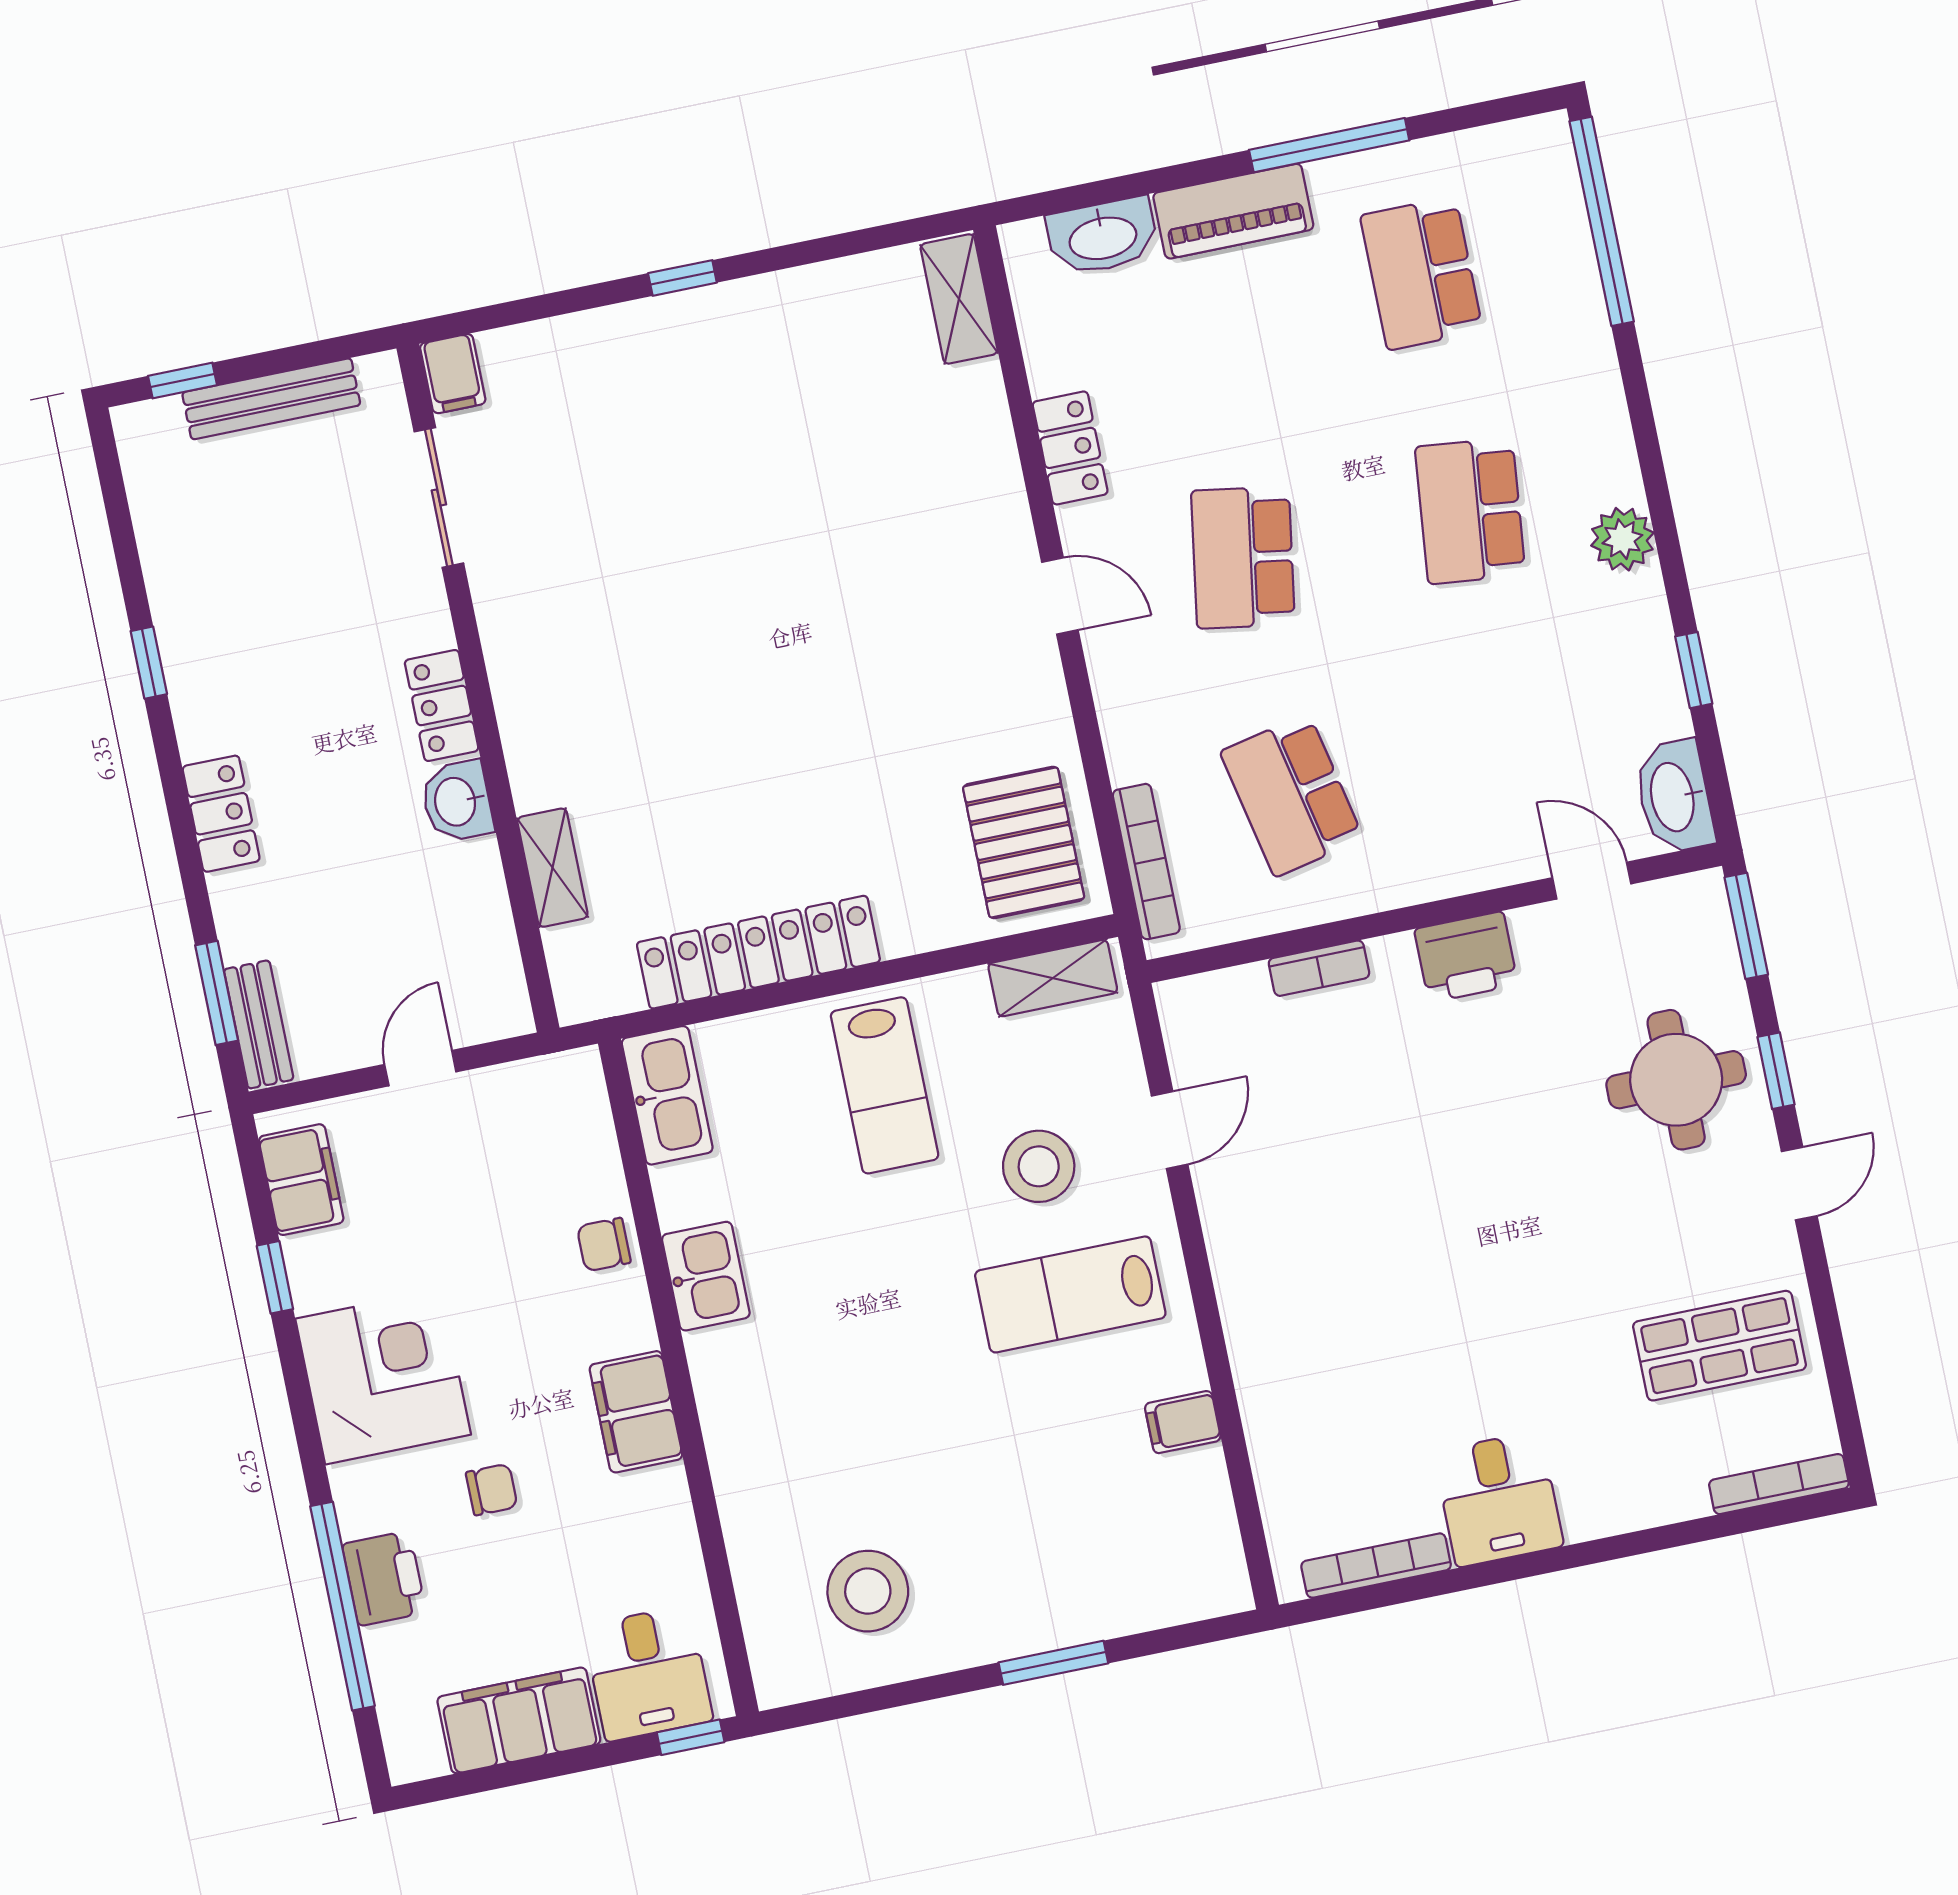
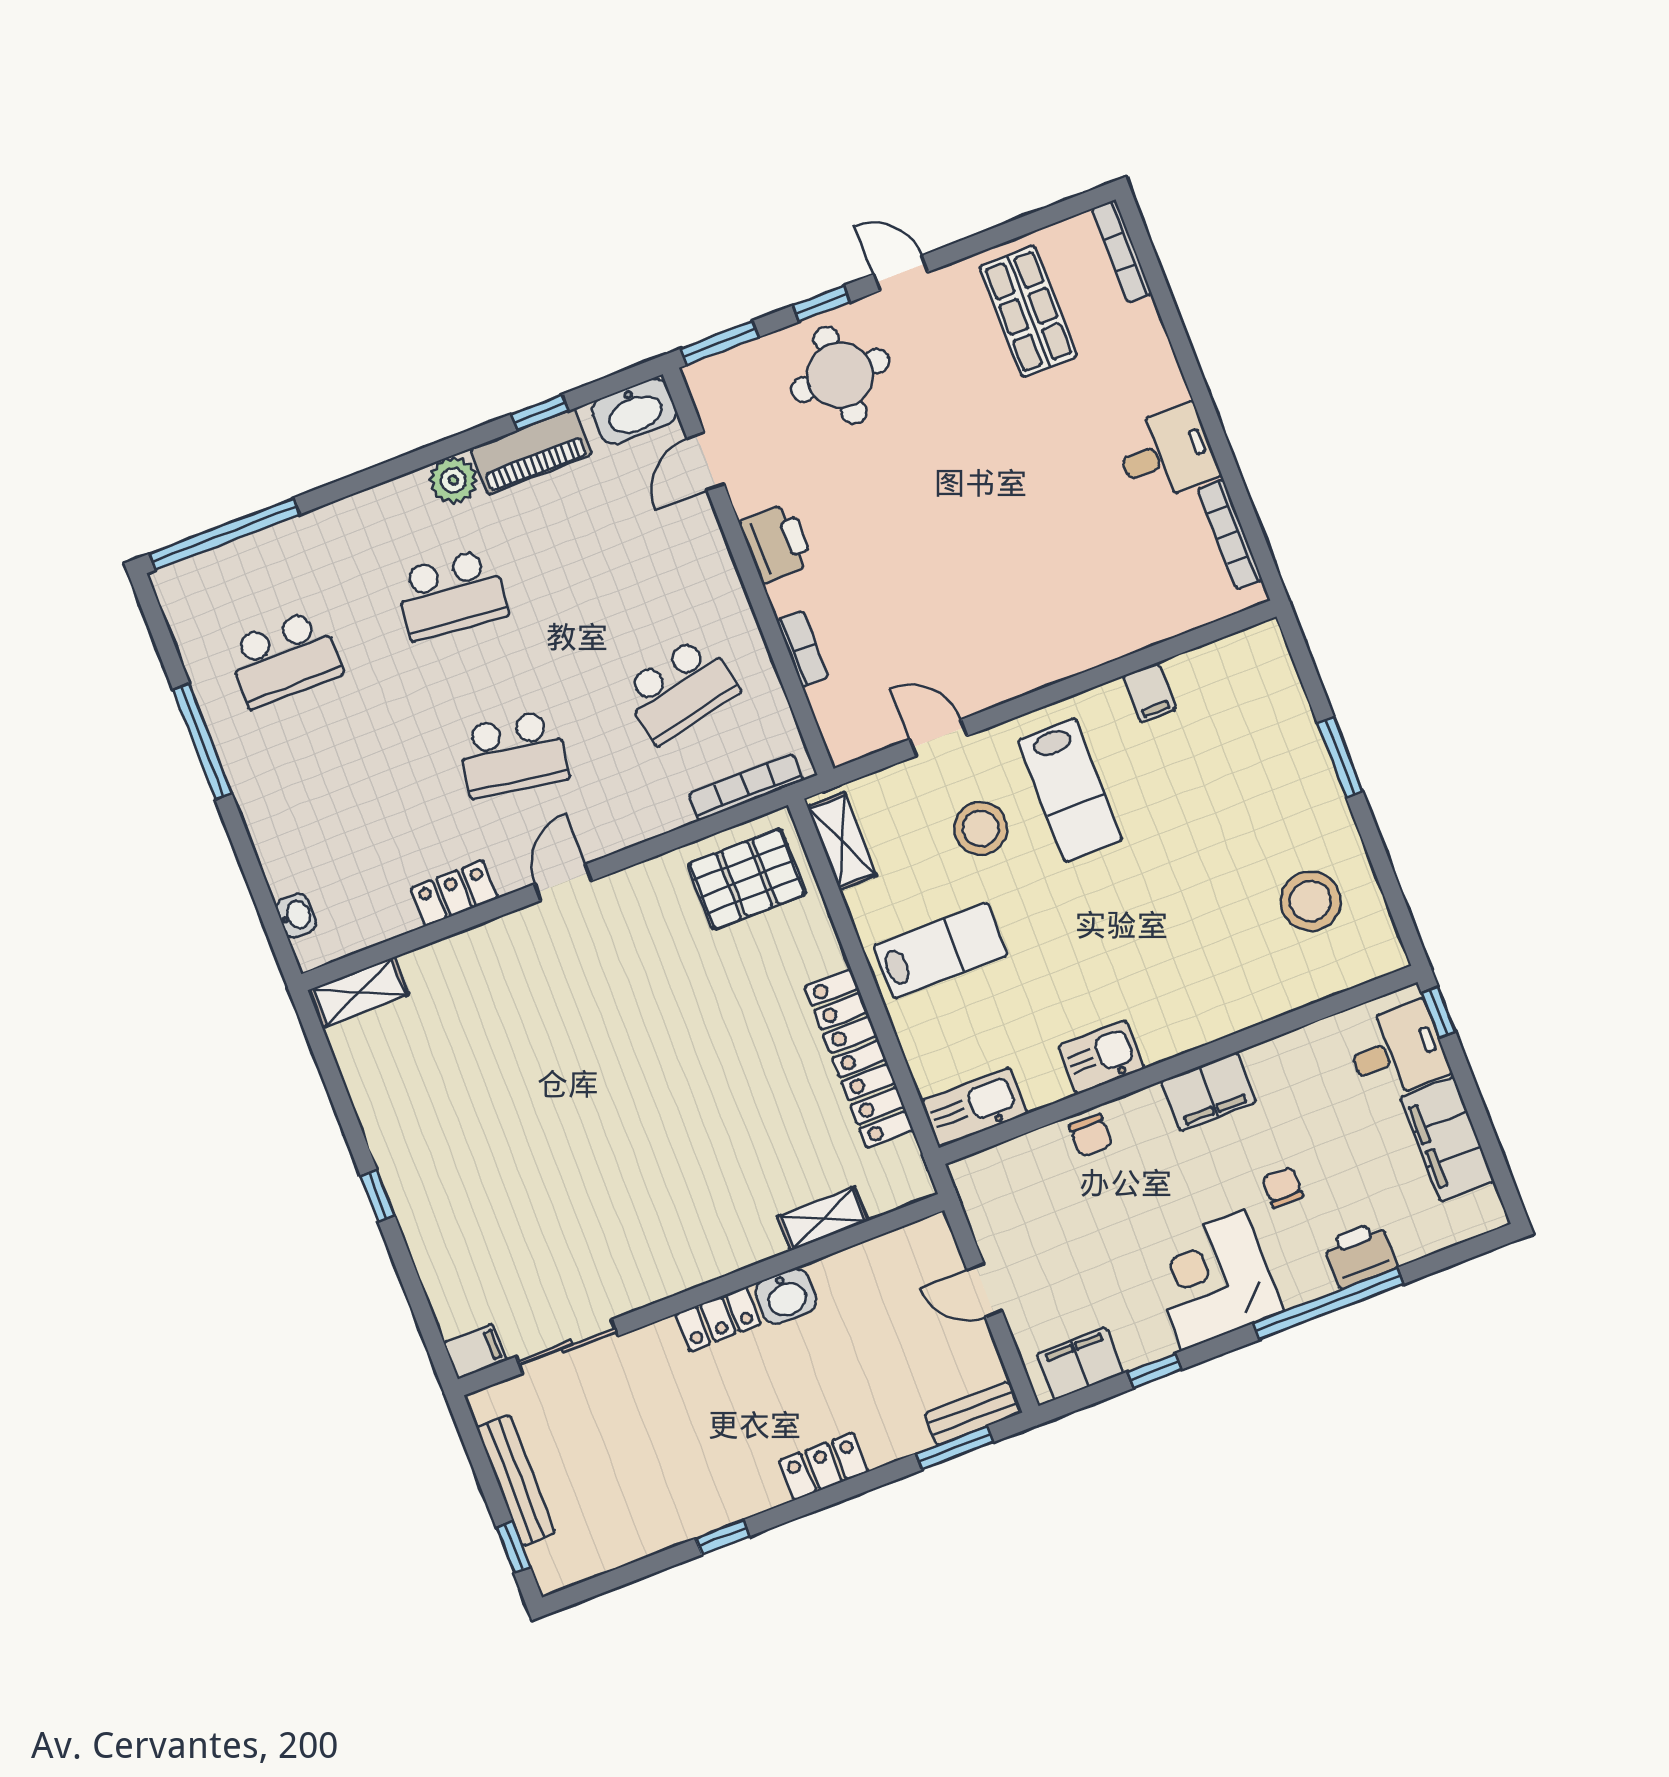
piano: (1233, 211) -> (531, 452), moved, turned 90
washbasin: (1103, 236) -> (296, 915), width x0.52, depth x0.69
window: (342, 1606) -> (1328, 1304), moved

